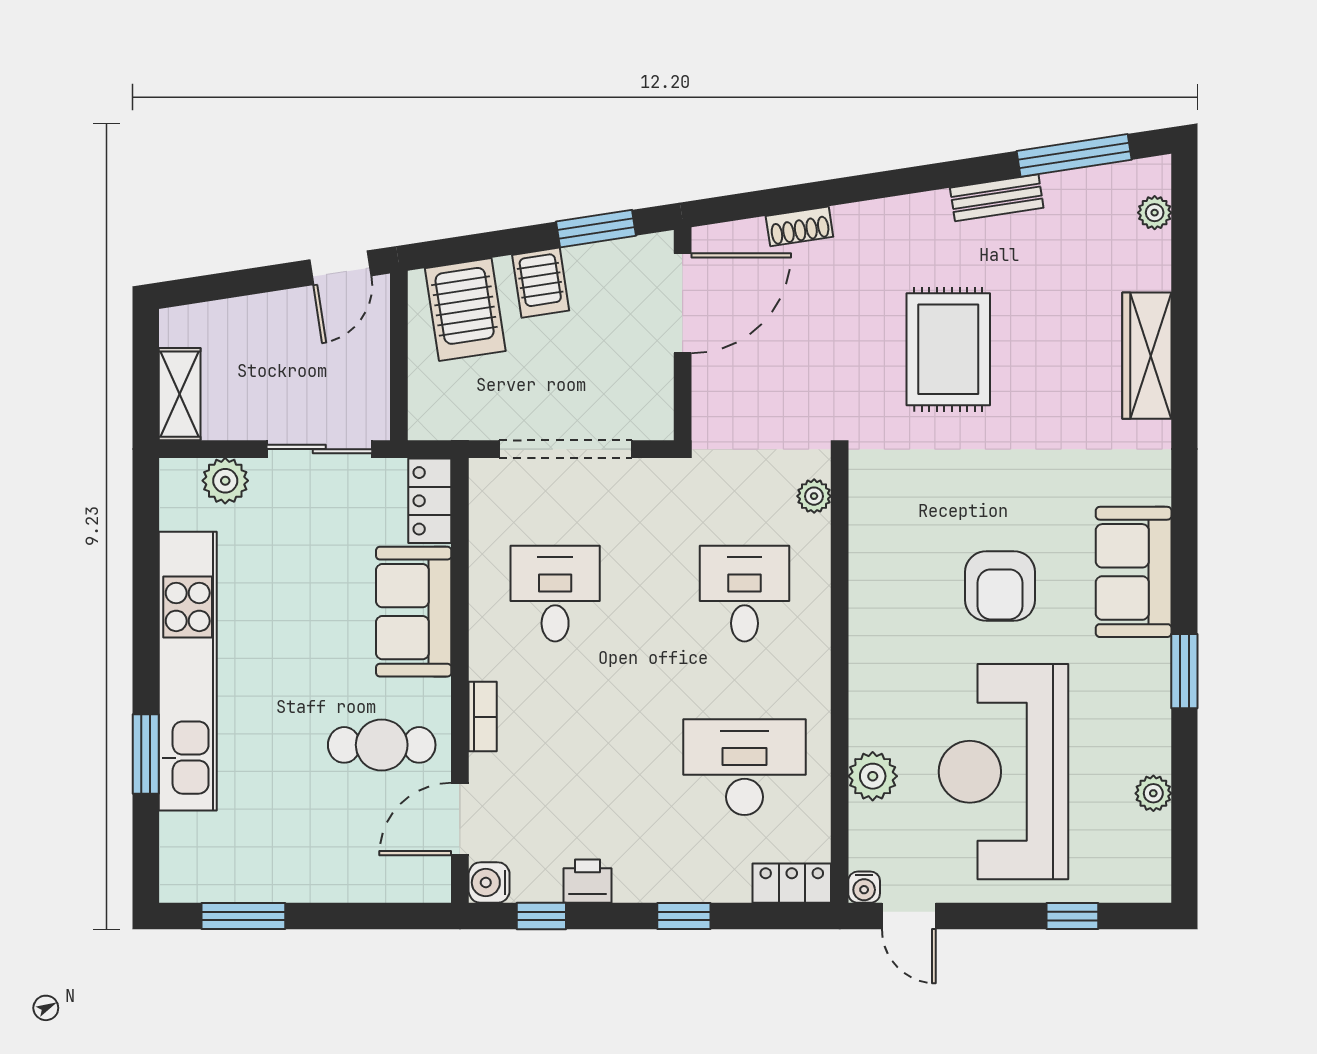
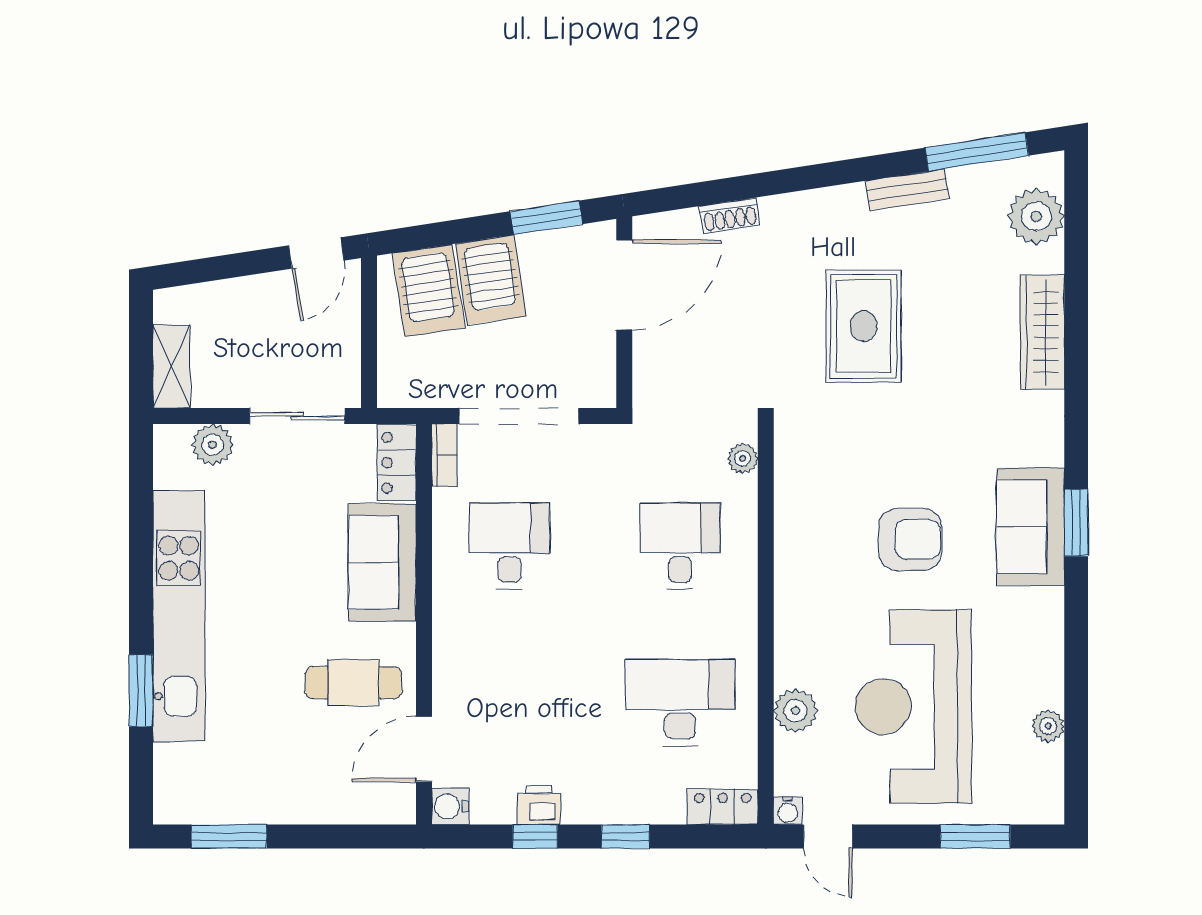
plant: (1155, 213) -> (1036, 216), width x1.88, depth x1.88
server rack: (541, 283) -> (491, 280), width x1.36, depth x1.44
armchair: (1000, 586) -> (910, 539), turned -90
window: (1184, 671) -> (1076, 523), moved
bookcase: (483, 717) -> (444, 455), moved
window: (541, 916) -> (535, 836), moved
window: (1072, 916) -> (975, 836), width x1.50

